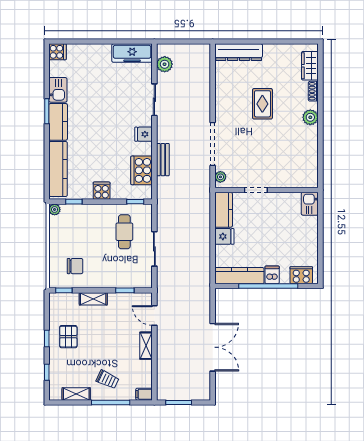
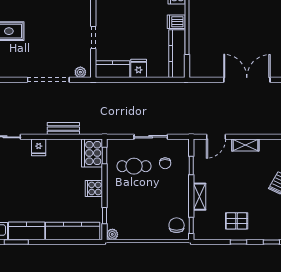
cooker: (142, 170) -> (92, 153), moved, turned 90
chair: (127, 264) -> (165, 163), added
chair: (75, 266) -> (177, 225), moved

